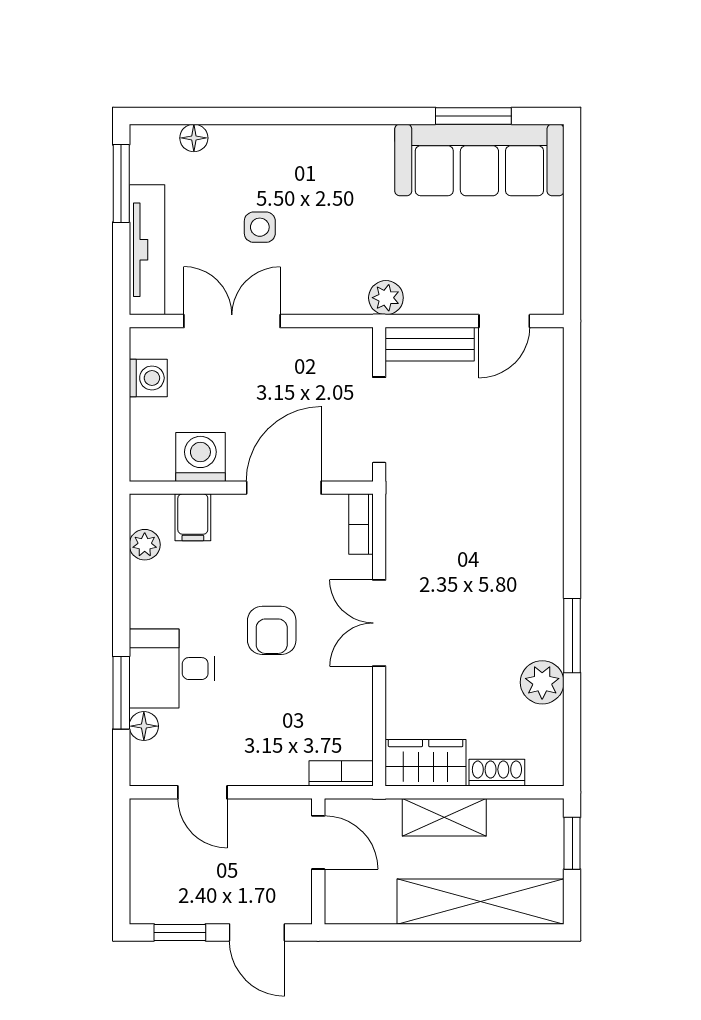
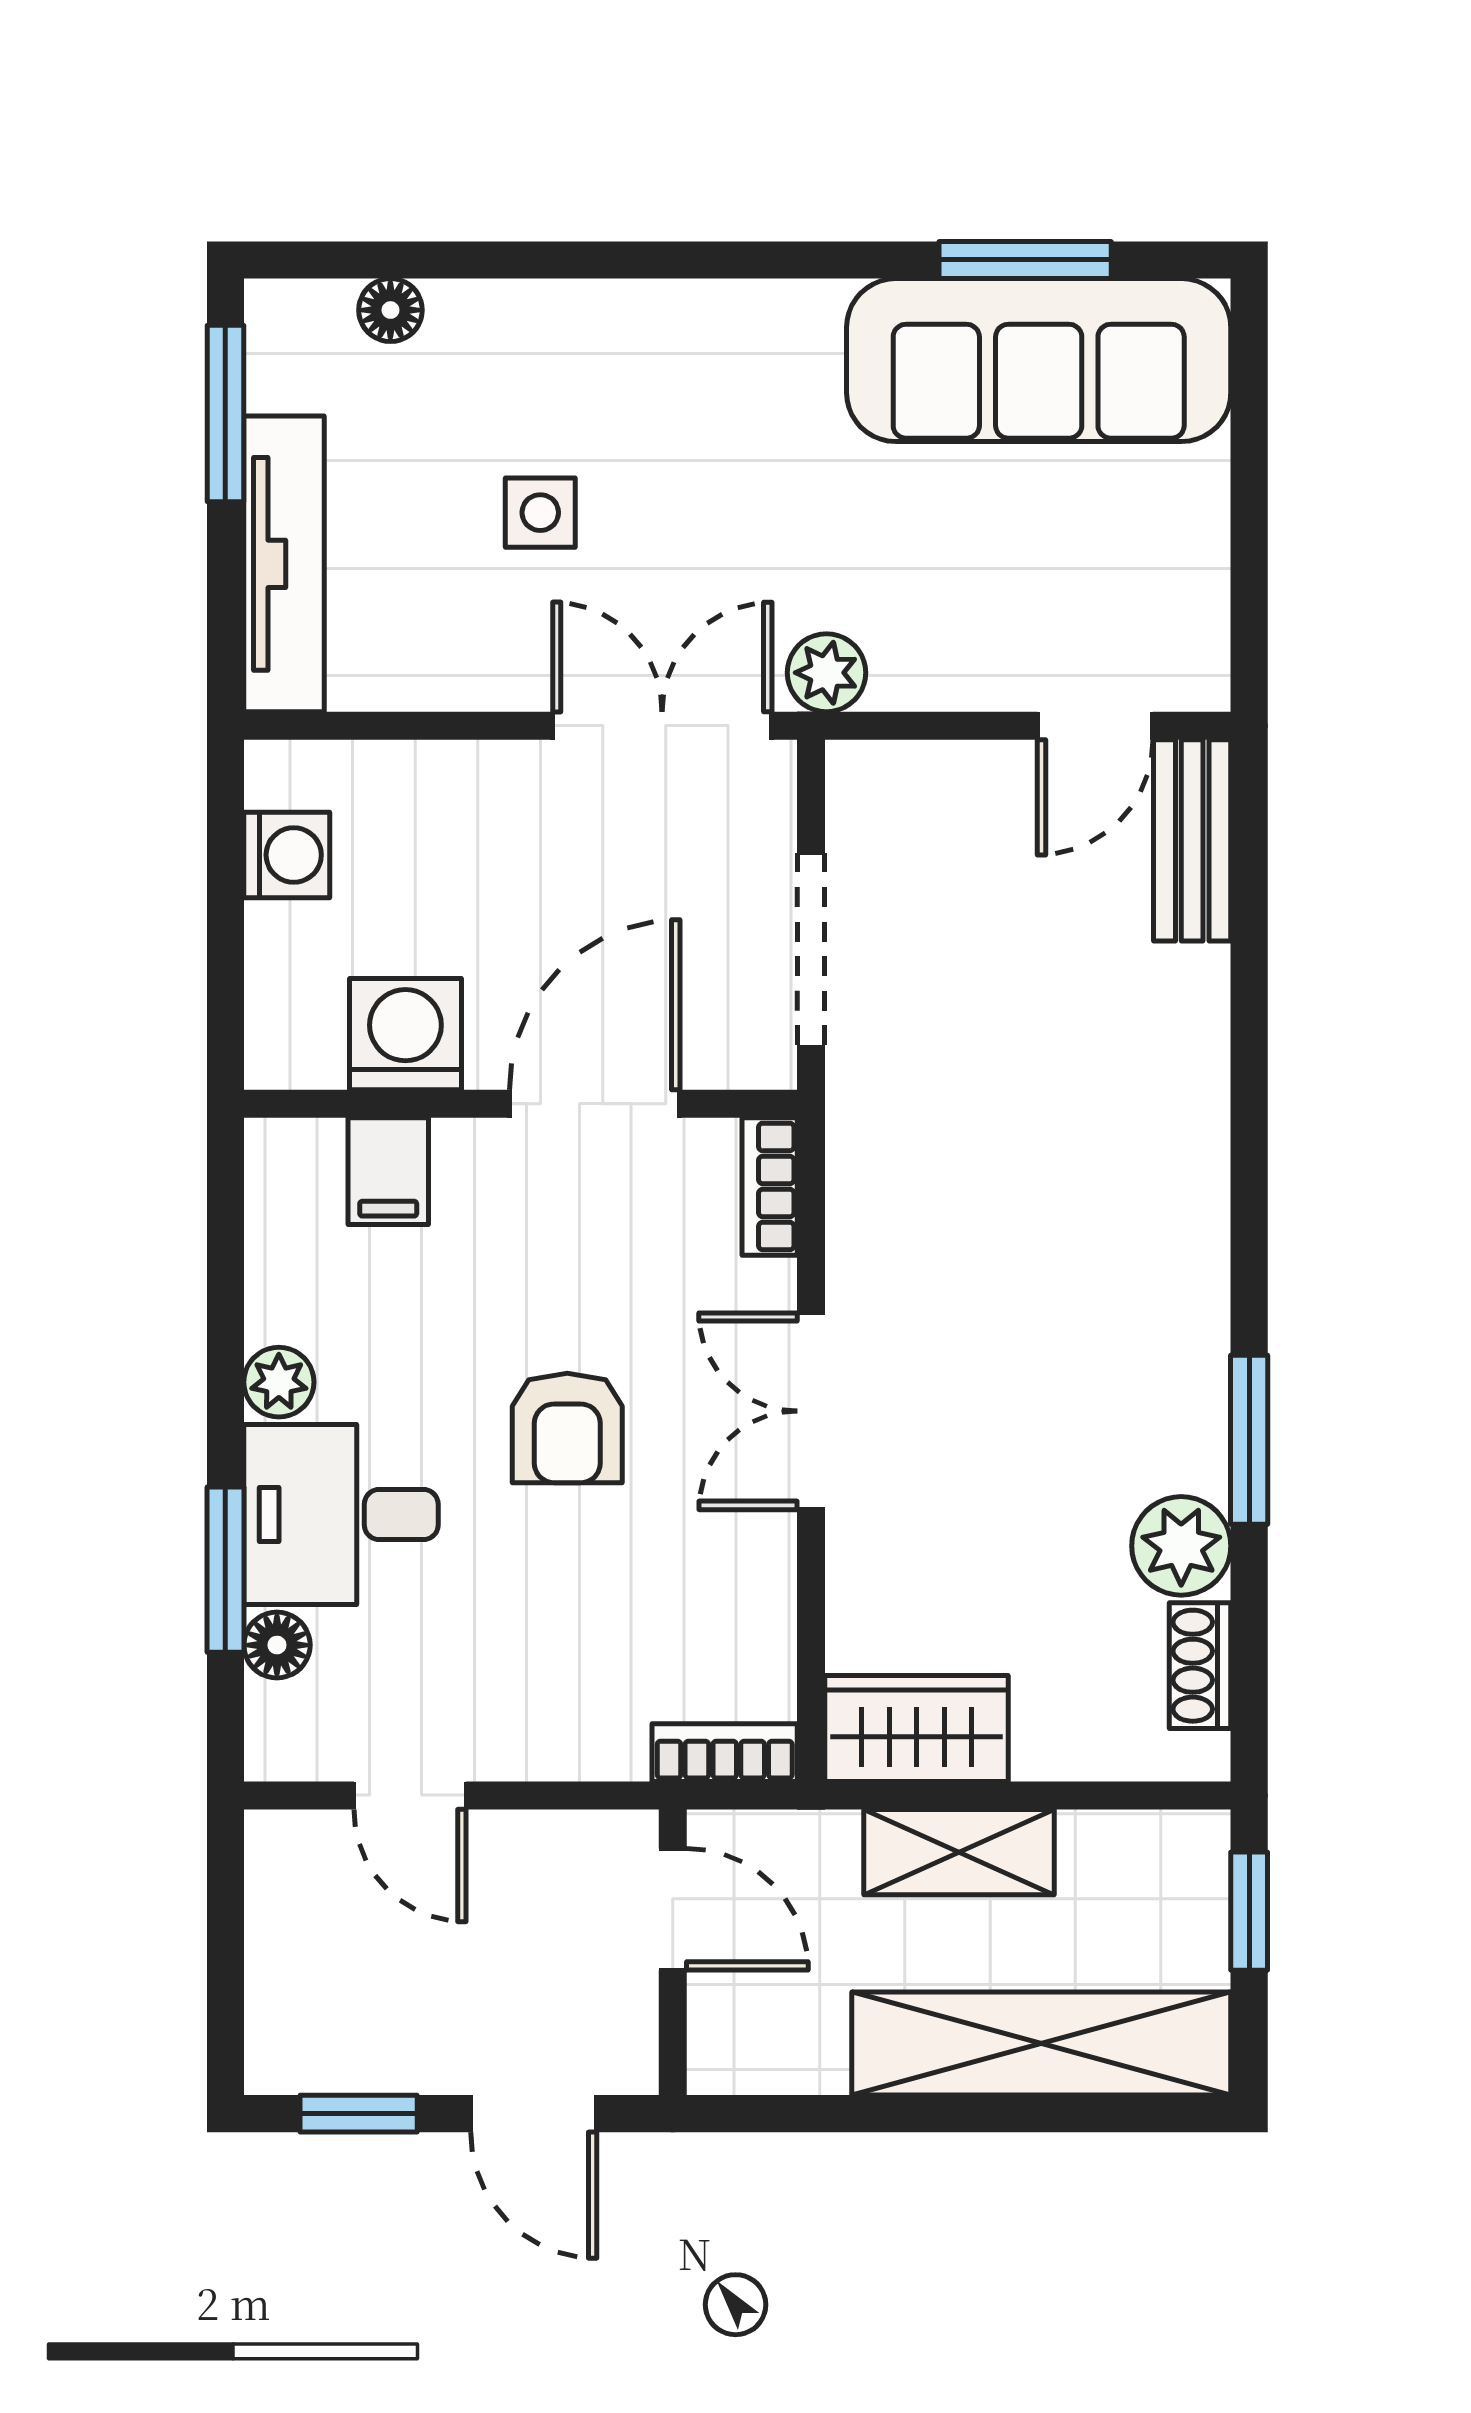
double door: (232, 321) -> (662, 726), moved
bench: (430, 344) -> (1192, 840), moved, turned 90
plant: (145, 545) -> (279, 1382), moved
shoe rack: (497, 773) -> (1200, 1666), moved, turned -90

